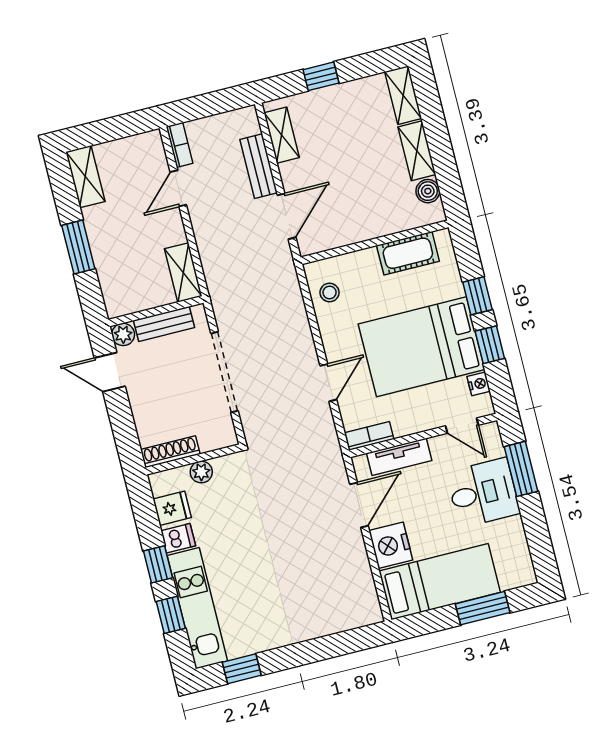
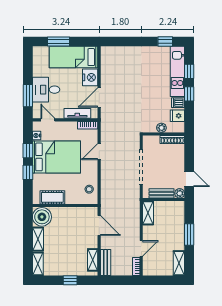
bench: (259, 166) -> (106, 262), moved
boiler: (428, 191) -> (42, 217), width x1.86, depth x1.86
door: (287, 216) -> (99, 226), swing flipped

